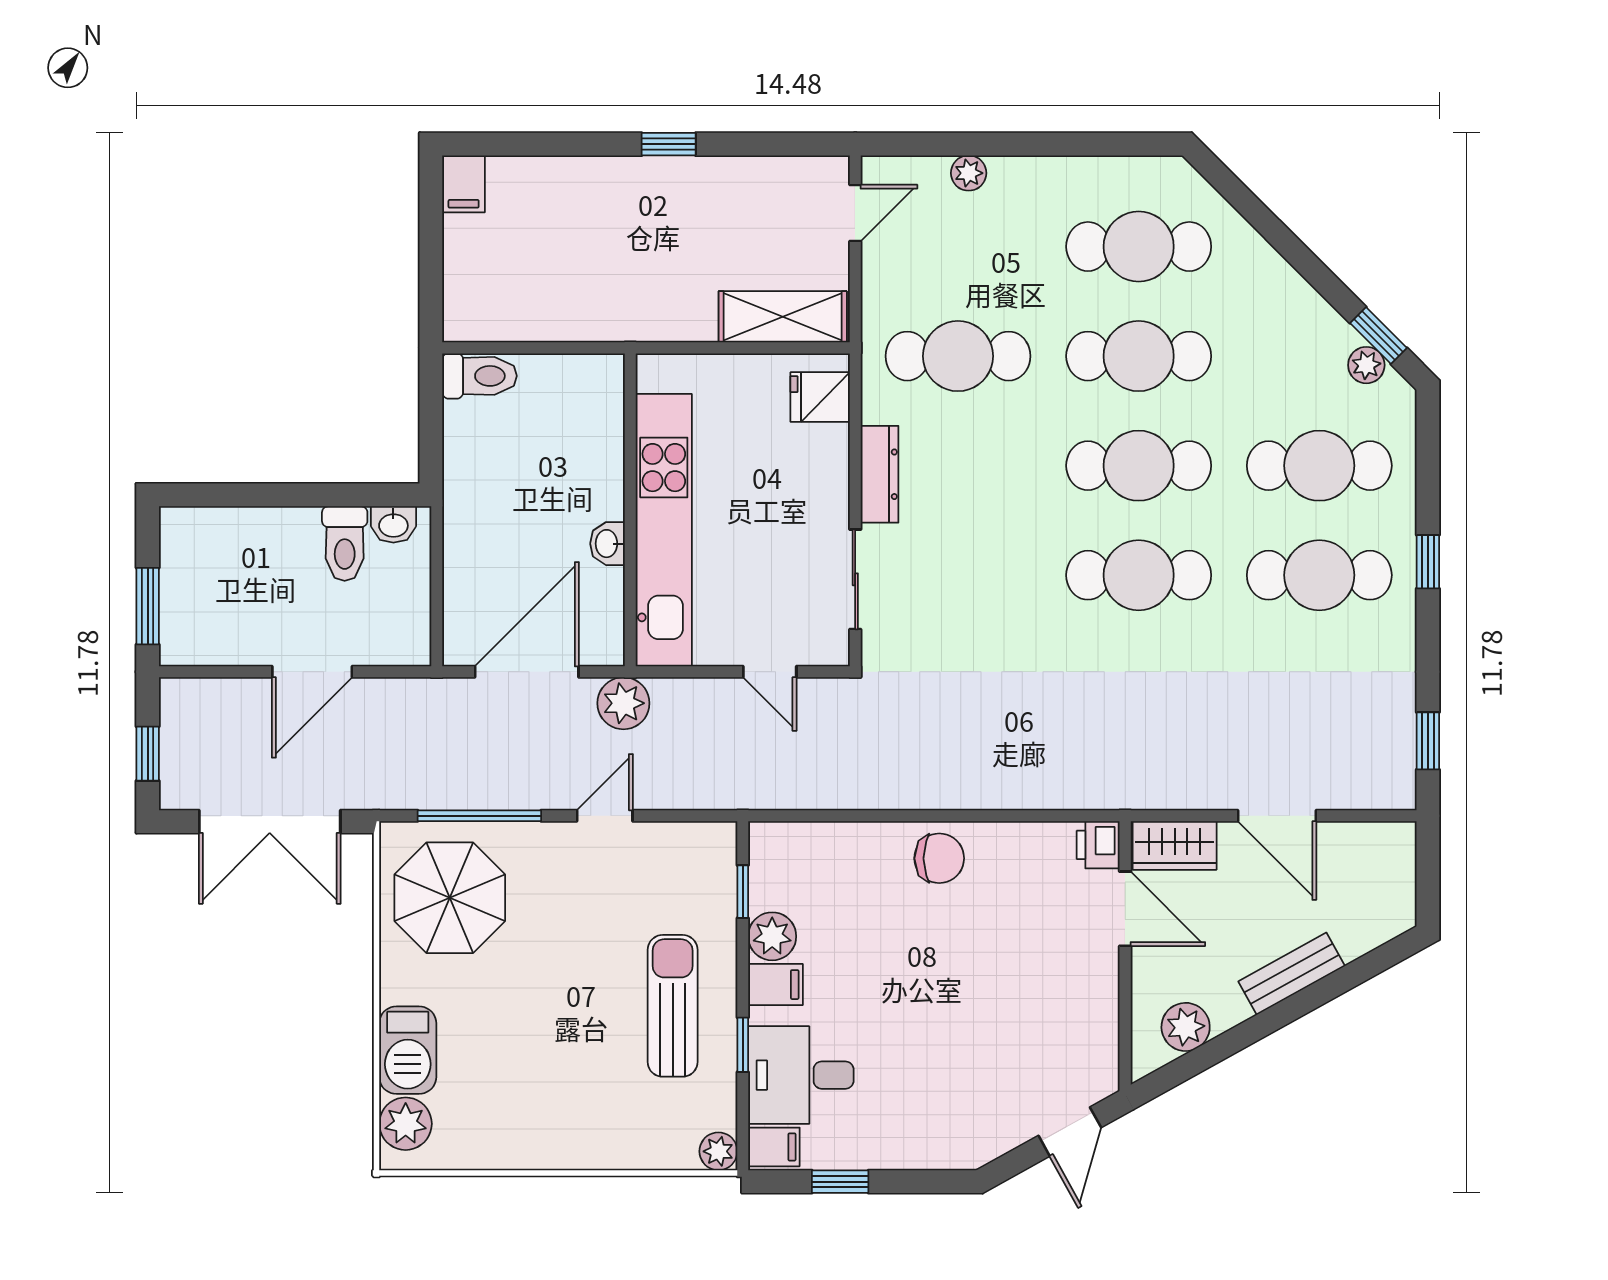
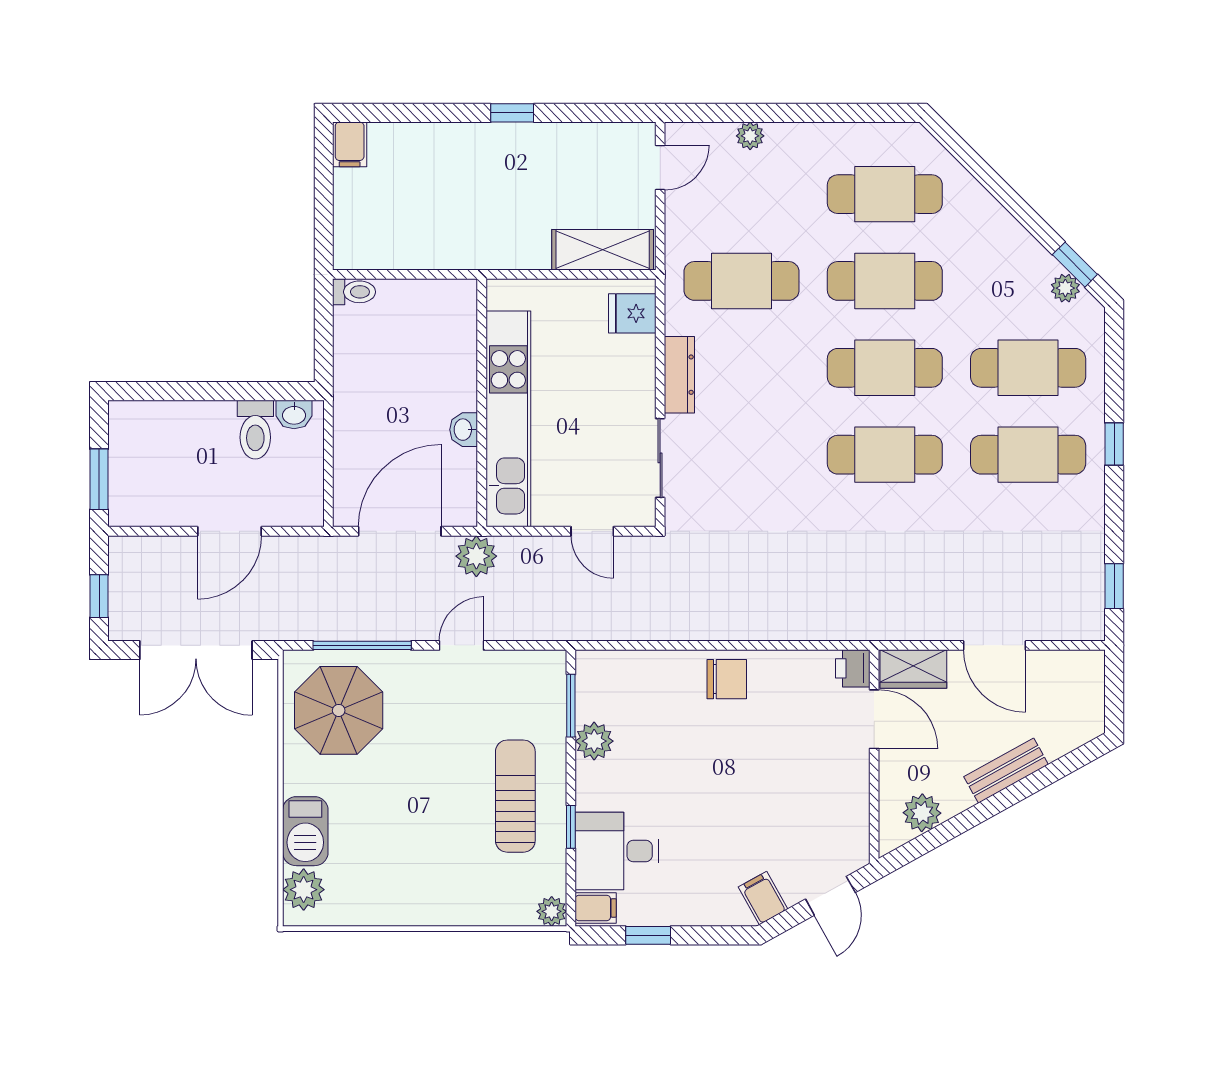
toilet: (479, 376) -> (354, 292), width x0.73, depth x0.72
window: (743, 892) -> (571, 706), width x1.50
filing cabinet: (776, 985) -> (763, 898), moved, turned -119

